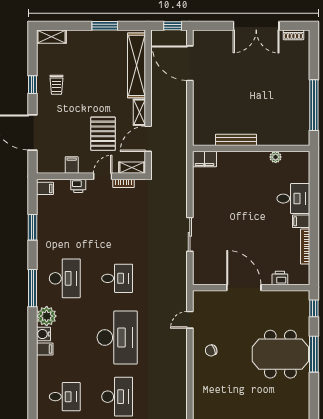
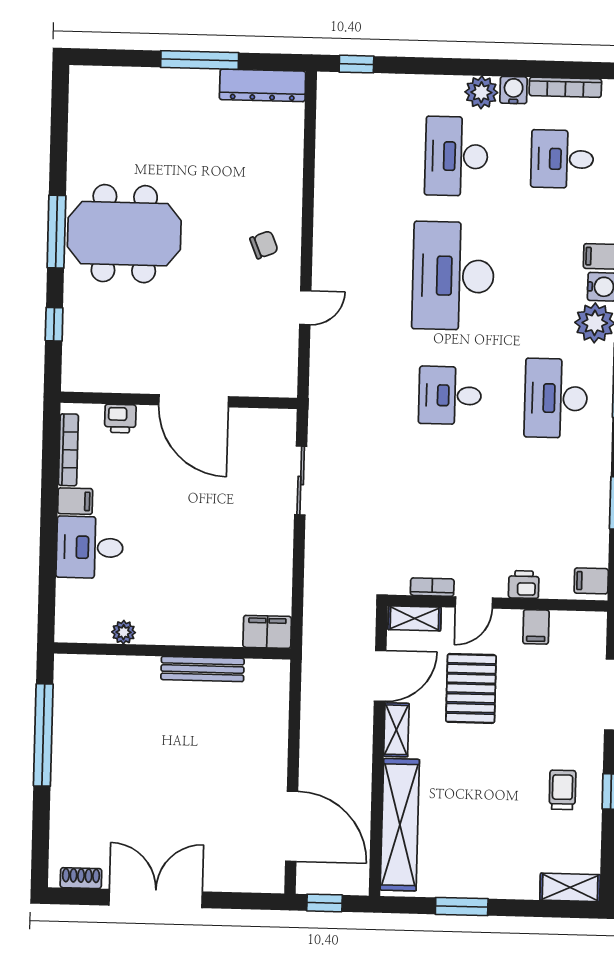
printer: (280, 278) -> (120, 419), moved
door: (244, 288) -> (194, 401), moved
wall: (251, 288) -> (179, 400), moved

